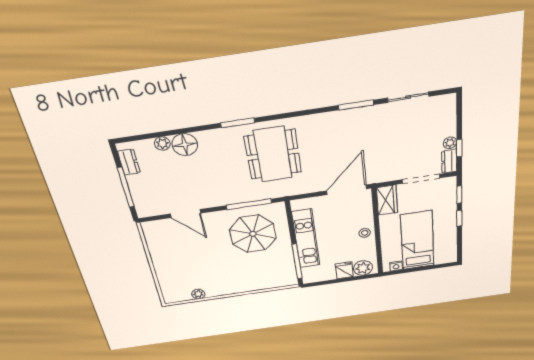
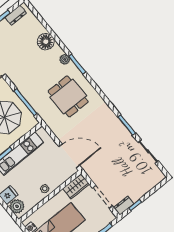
plant: (450, 143) -> (135, 197), removed
plant: (162, 144) -> (65, 59), moved
dining table: (273, 154) -> (68, 96), width x0.73

